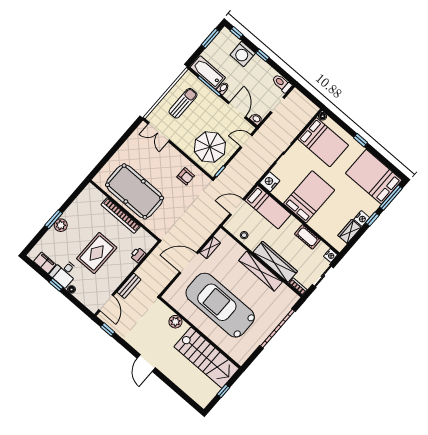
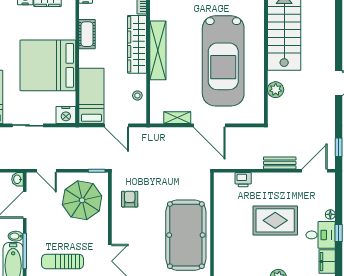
bed: (309, 197) -> (48, 65), width x1.36
bookcase: (121, 215) -> (220, 228), removed

